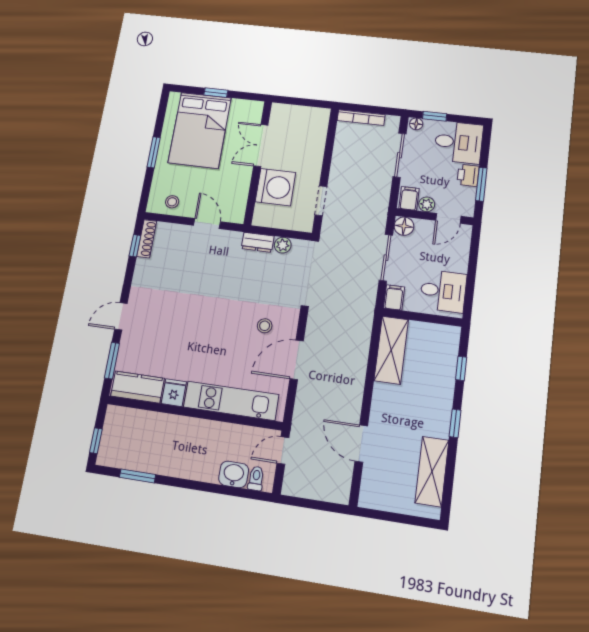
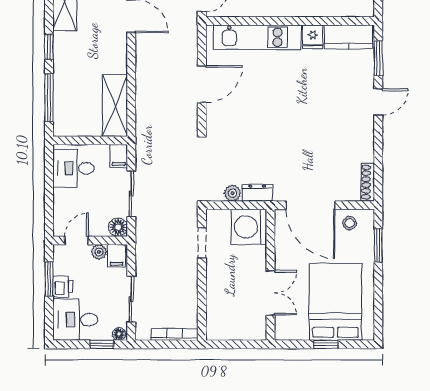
window: (154, 152) -> (378, 245), moved
washing machine: (275, 187) -> (249, 227), moved
door: (207, 224) -> (311, 205), width x1.87
window: (135, 246) -> (378, 173), removed
stool: (265, 326) -> (237, 112), removed
window: (461, 368) -> (49, 98), width x2.17

